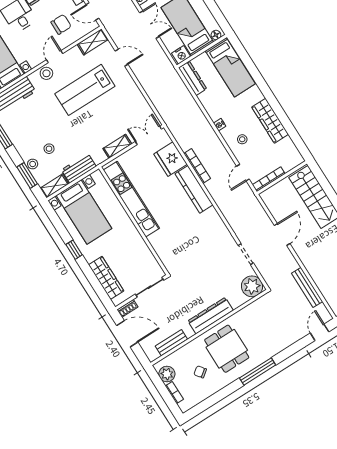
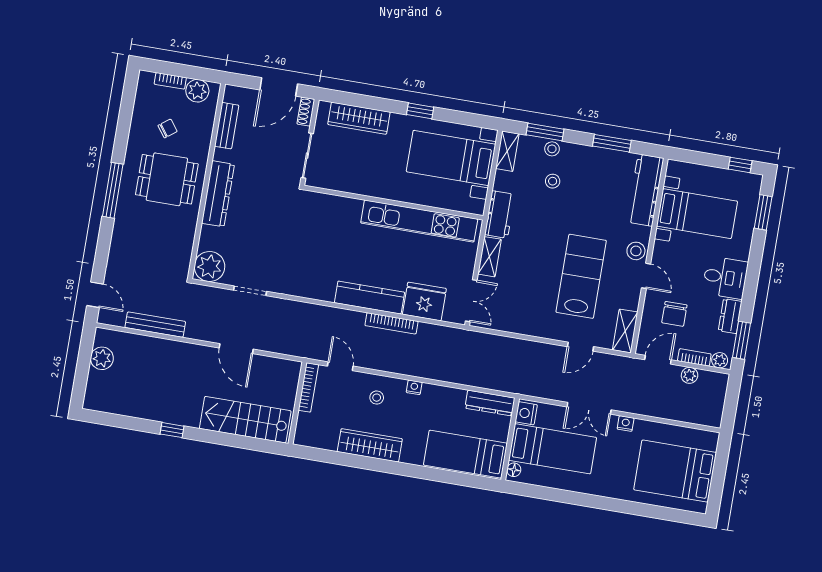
workbench: (79, 168) -> (500, 214), moved

